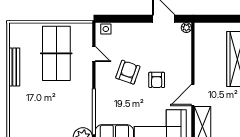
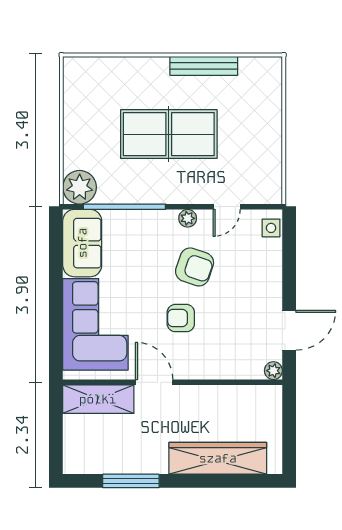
table tennis table: (56, 53) -> (169, 134), moved
plant: (100, 76) -> (188, 218), added

